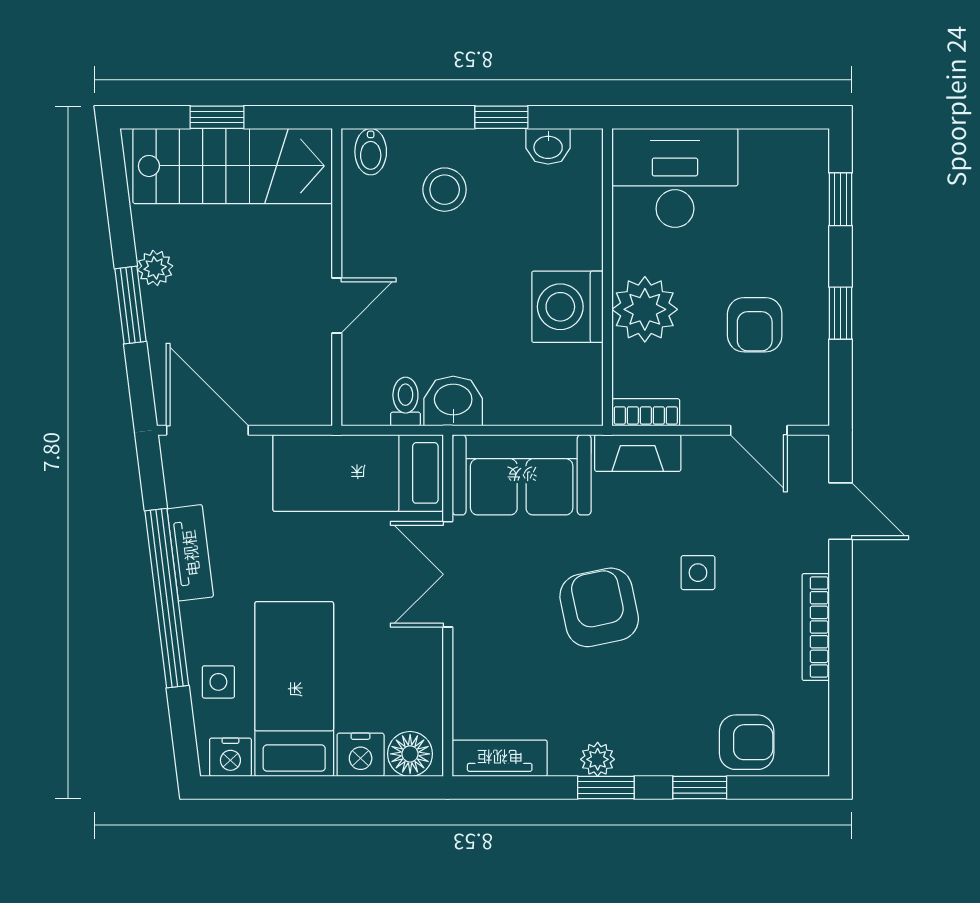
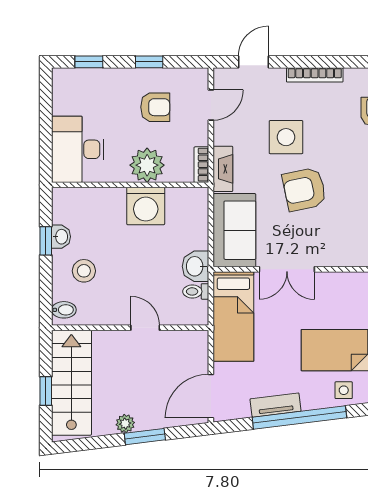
washbasin: (548, 146) -> (61, 237), moved
side table: (698, 573) -> (286, 137), width x1.87, depth x1.87

